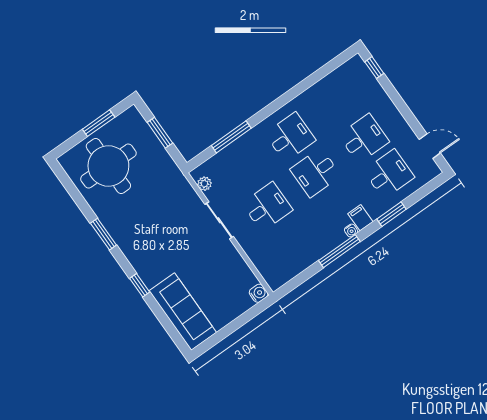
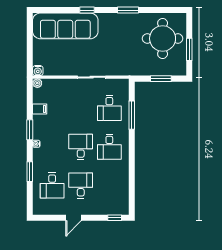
desk: (364, 138) -> (81, 185), turned 180
door: (430, 146) -> (73, 218), moved
plant: (204, 184) -> (37, 83), moved
desk: (267, 207) -> (109, 108), moved
filing cabinet: (360, 218) -> (40, 109), moved
window: (339, 251) -> (30, 130), width x0.69
sofa: (183, 312) -> (65, 26), width x1.36, depth x1.27

